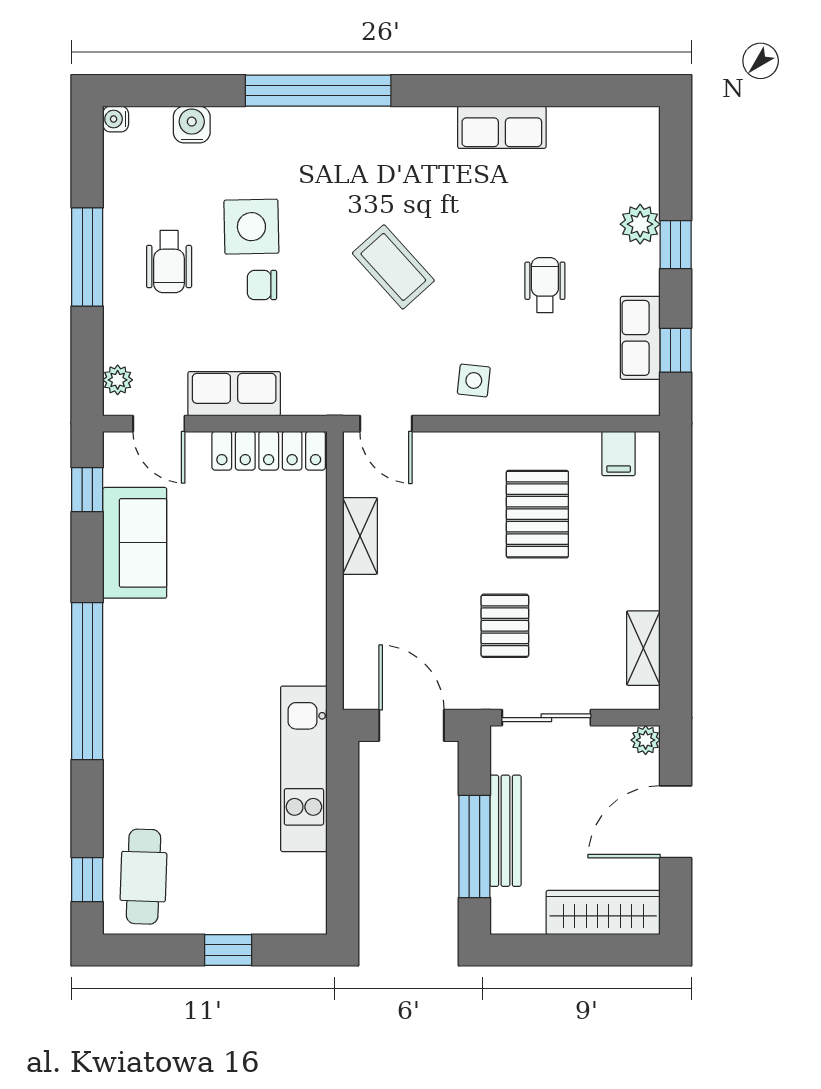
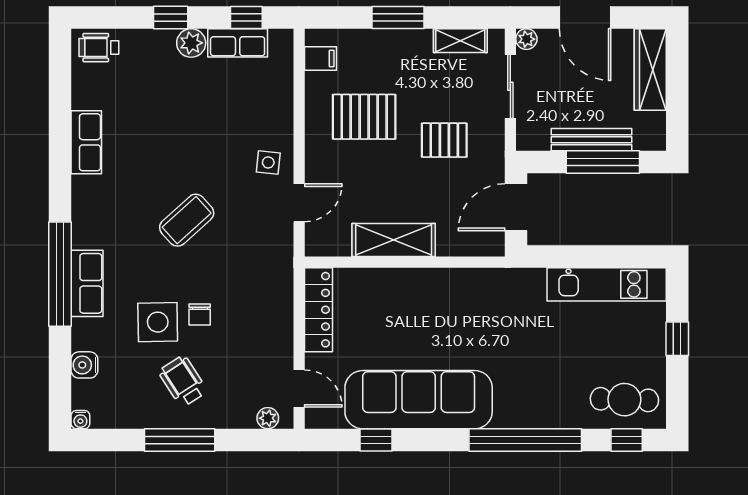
plant: (640, 224) -> (191, 43), moved
wheelchair: (169, 262) -> (183, 381), turned -123
wheelchair: (545, 285) -> (99, 48), moved
row of seats: (234, 394) -> (87, 283), moved, turned 180
door: (159, 424) -> (299, 389), hinge flipped
door: (386, 424) -> (299, 203), moved
window: (87, 490) -> (376, 440), moved
shelving: (360, 536) -> (394, 240), width x1.50, depth x1.33
sofa: (135, 543) -> (419, 400), width x1.85, depth x1.27
window: (676, 561) -> (398, 17), added
window: (87, 681) -> (525, 440), moved
sliding door: (546, 718) -> (510, 86), moved
kitchen unit: (304, 769) -> (607, 284), moved

